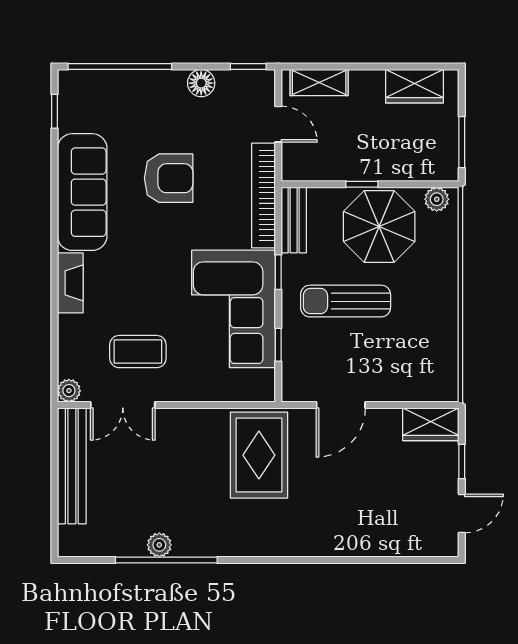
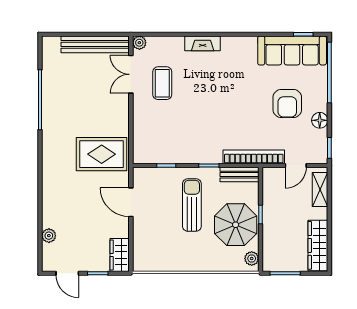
wardrobe: (414, 86) -> (318, 245), width x1.50
armchair: (169, 178) -> (287, 103), moved
sofa: (82, 192) -> (292, 50), moved
corner sofa: (233, 309) -> (187, 139), removed
plant: (159, 545) -> (49, 236), moved

